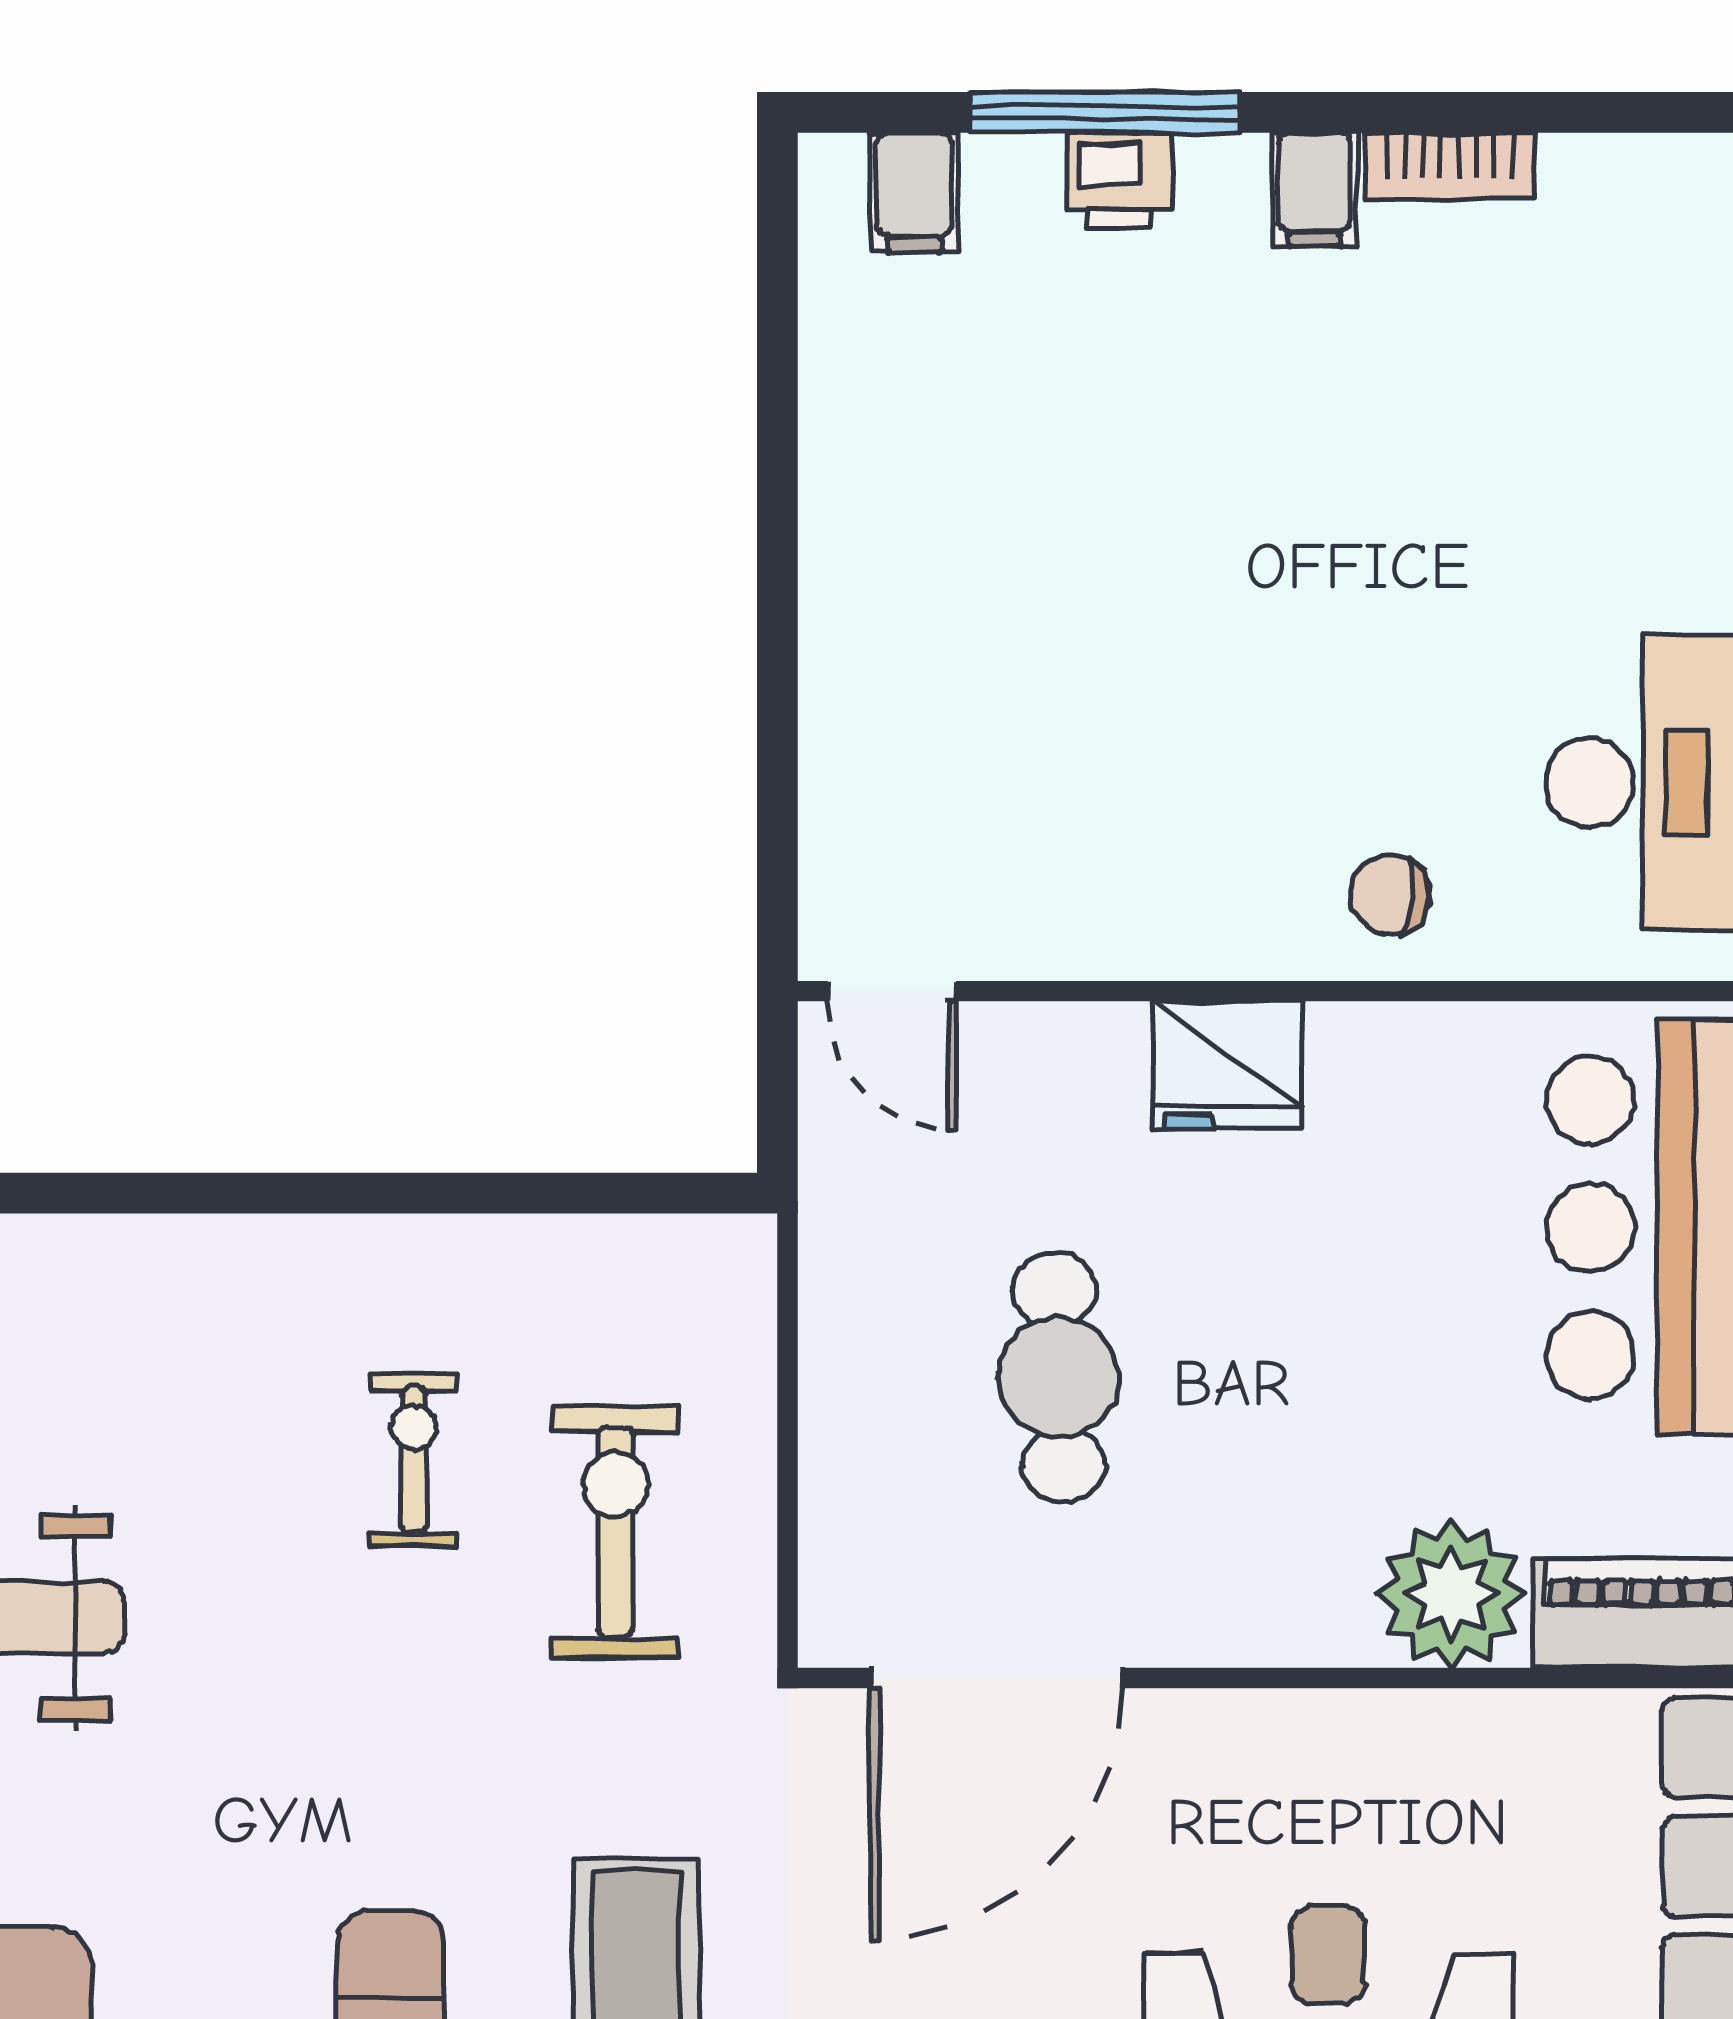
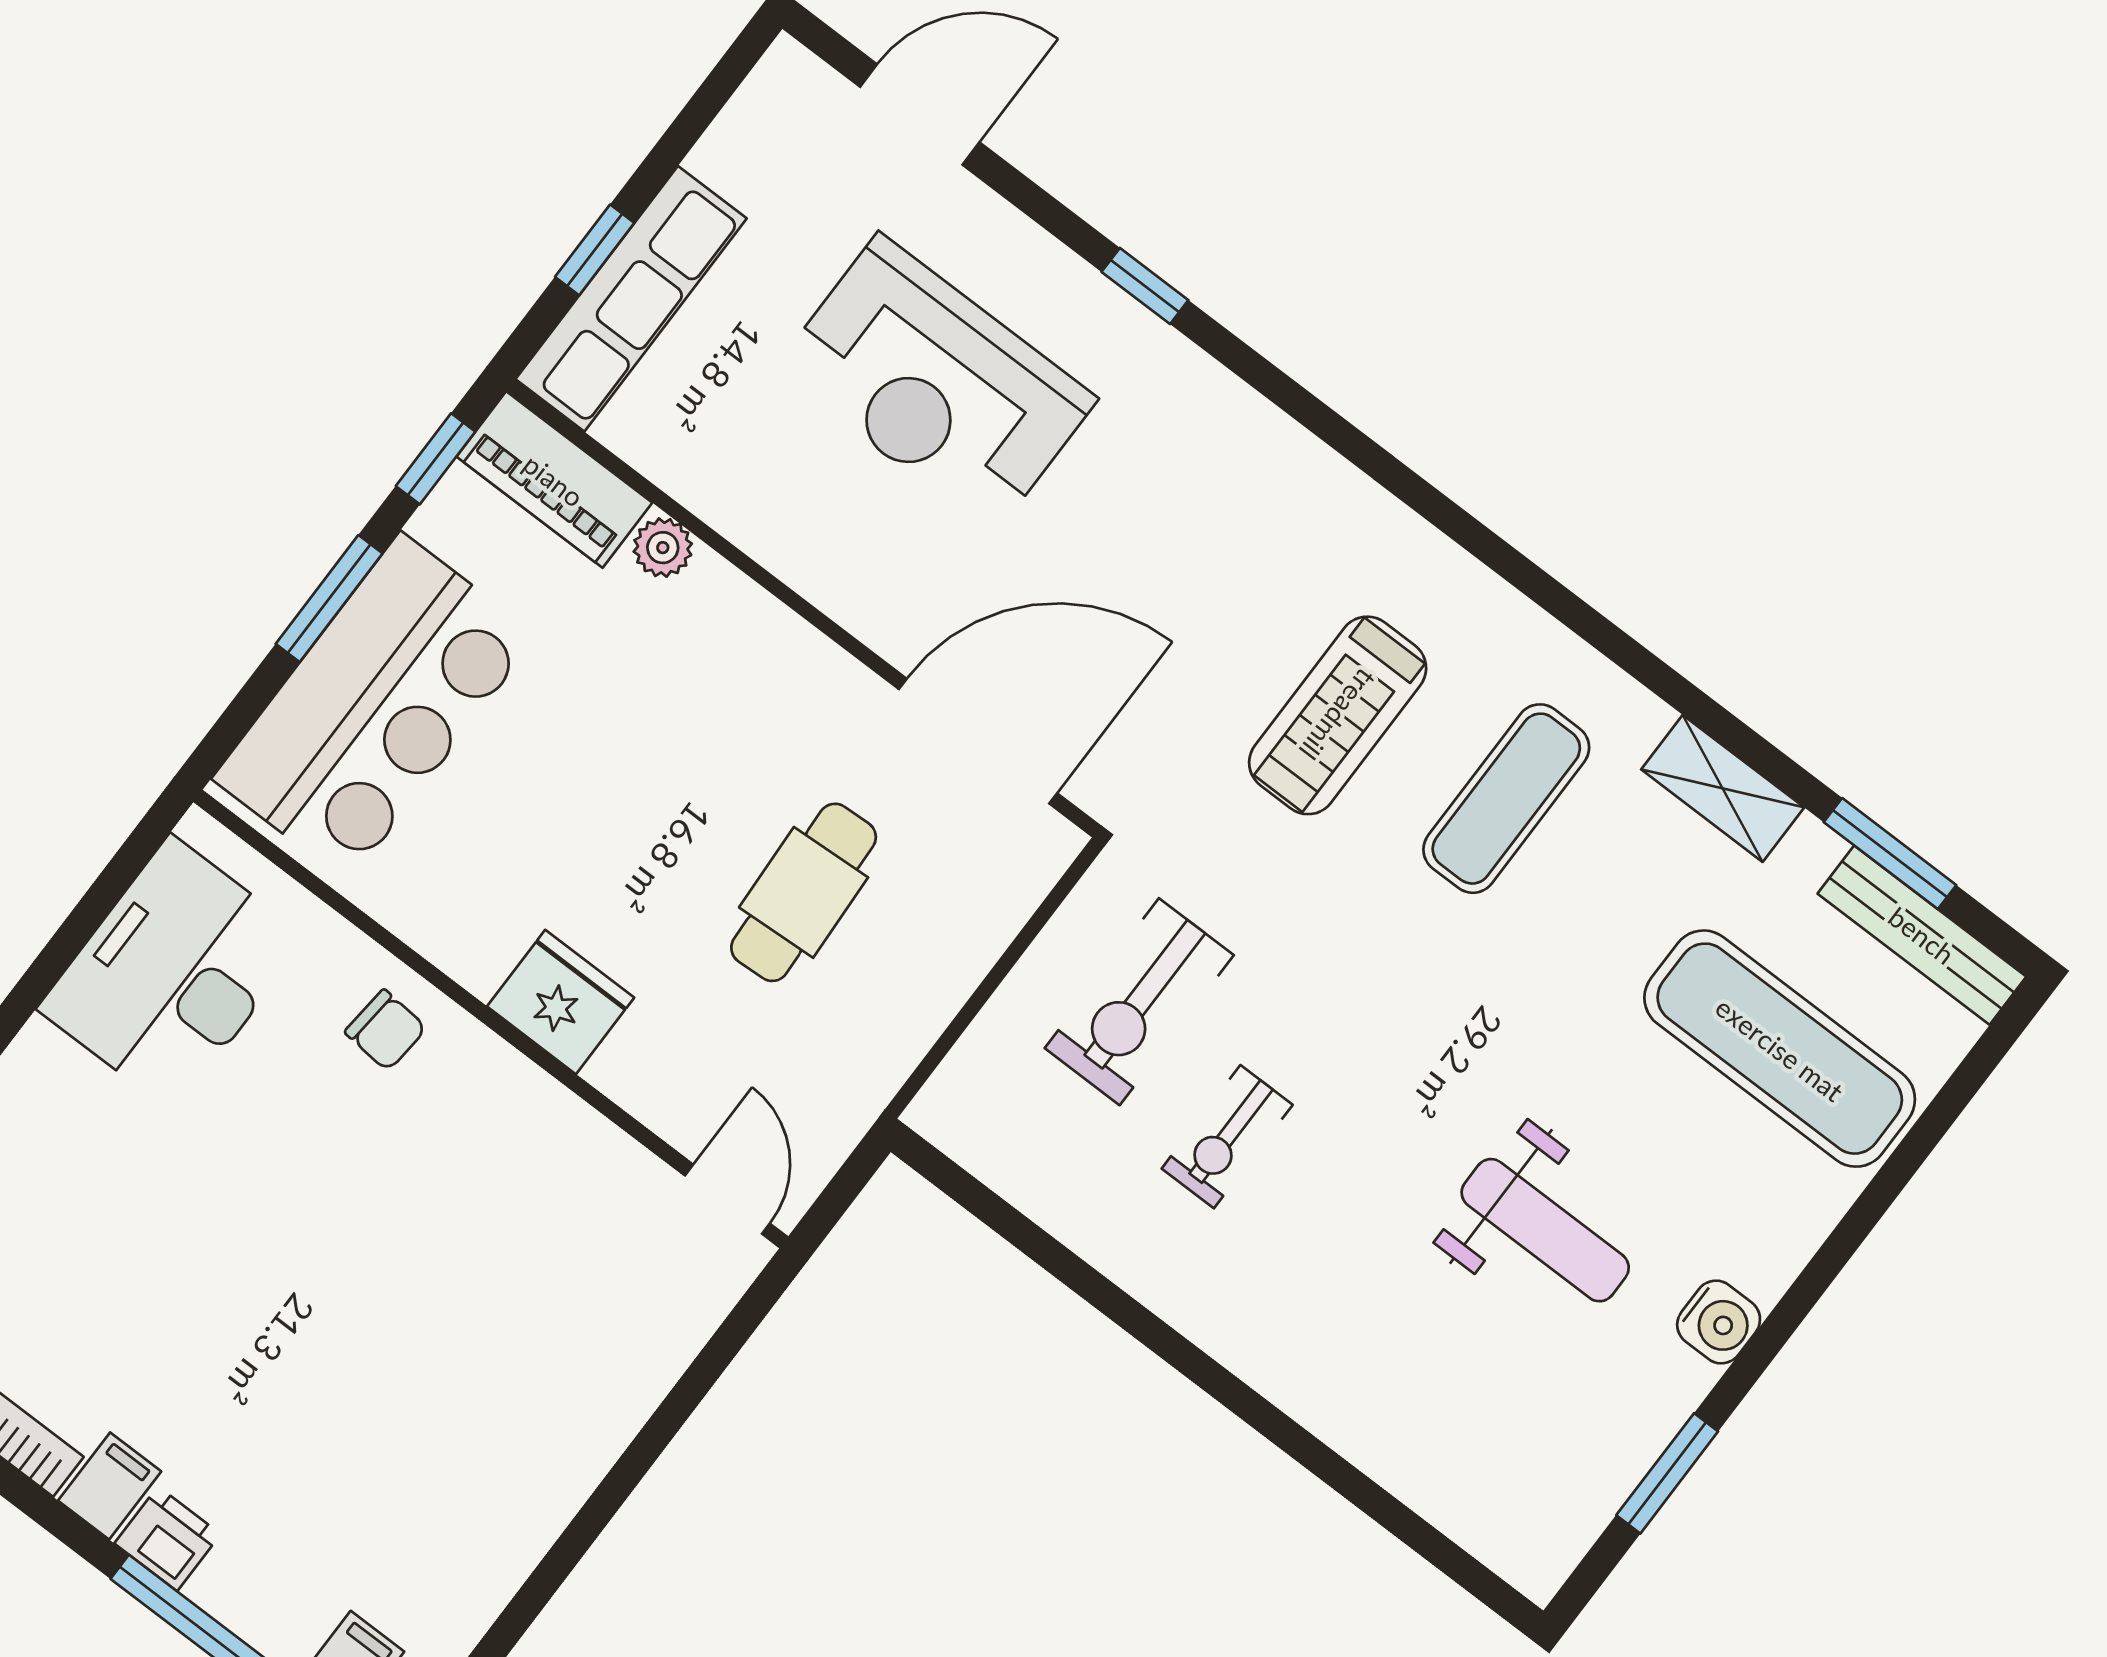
printer: (1119, 180) -> (167, 1539), moved
plant: (1451, 1594) -> (663, 548), width x0.53, depth x0.53

